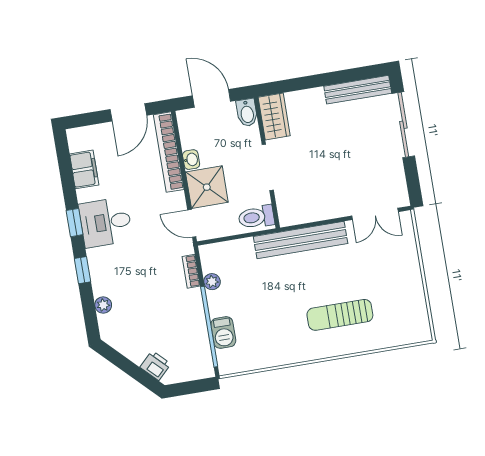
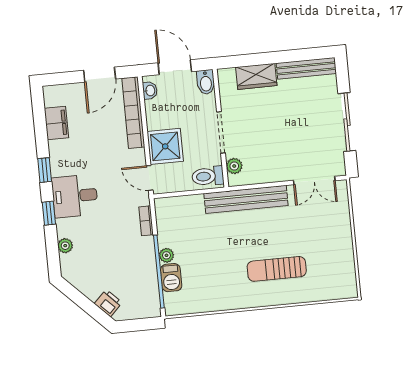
wardrobe: (274, 116) -> (256, 76), moved, turned 90
sliding door: (403, 125) -> (347, 122), moved
washbasin: (191, 160) -> (150, 91), moved
plant: (285, 204) -> (234, 166), added
desk: (106, 222) -> (75, 196), moved
plant: (212, 282) -> (166, 255), moved

